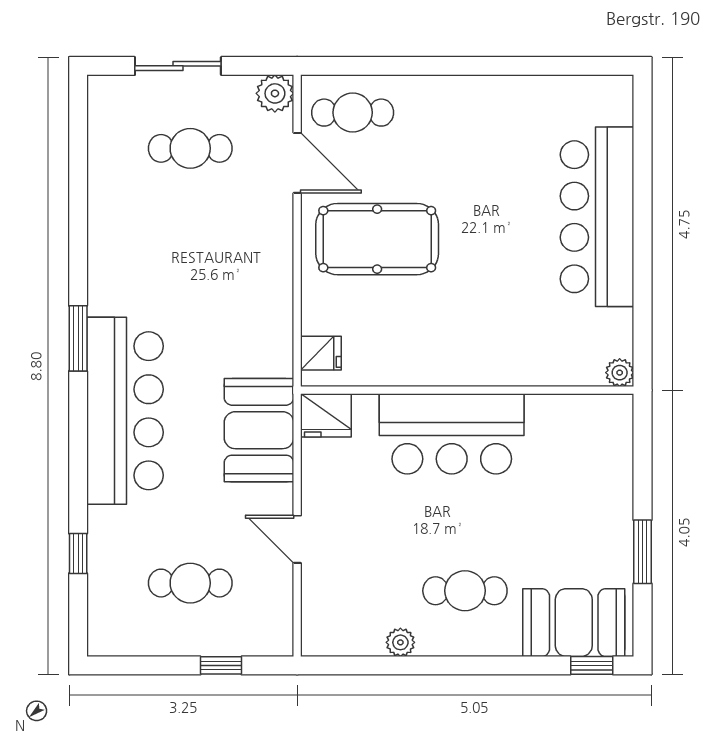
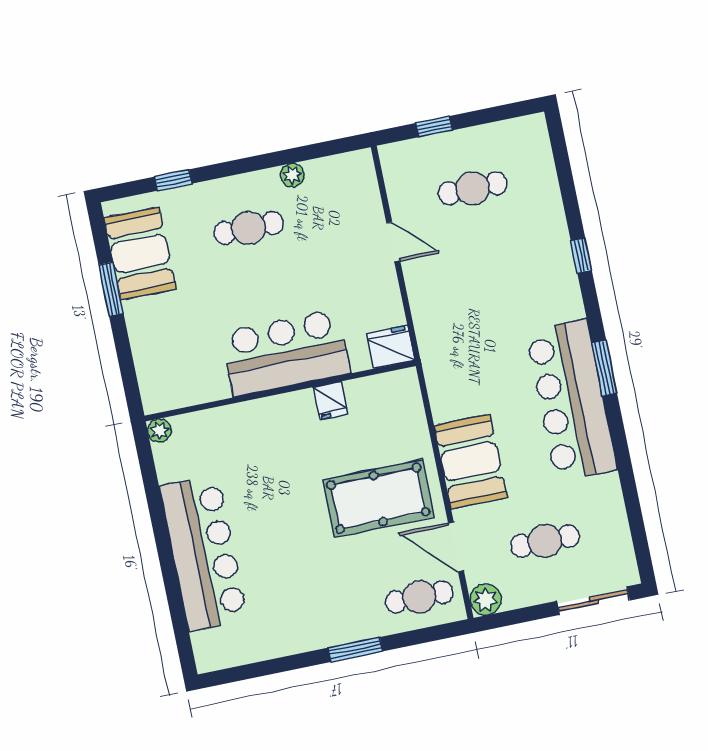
sliding door: (178, 66) -> (593, 601), moved
window: (441, 66) -> (355, 649), added
fridge: (321, 353) -> (330, 401), moved, turned -90
bar counter: (125, 411) -> (571, 400), moved
booth: (259, 430) -> (471, 461), moved
window: (78, 553) -> (581, 255), moved
booth: (574, 623) -> (140, 253), moved, turned 90
window: (592, 665) -> (173, 180), moved

